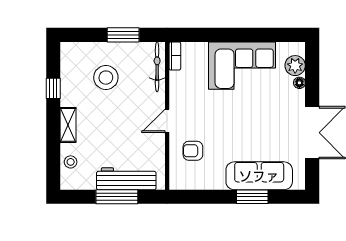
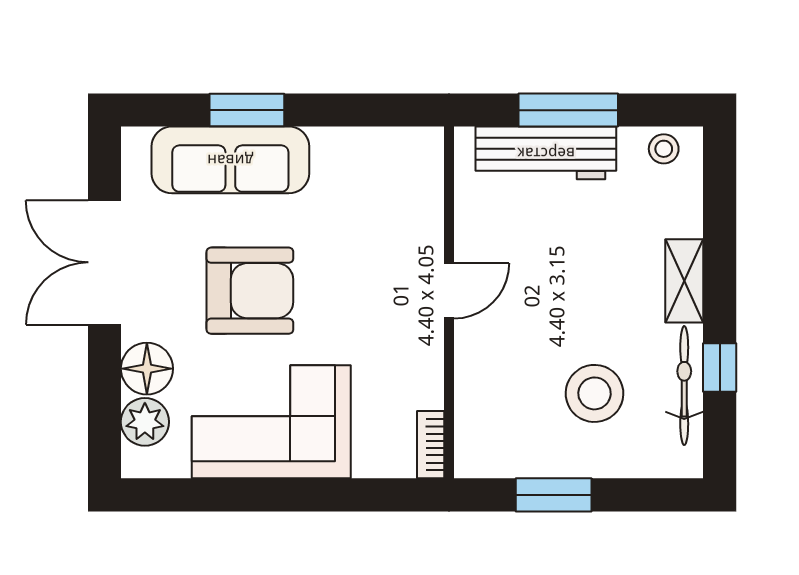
bicycle: (157, 67) -> (684, 386), moved, turned 180
floor lamp: (299, 83) -> (147, 369), width x1.89, depth x1.89
armchair: (193, 151) -> (250, 291), moved, width x1.88, depth x1.88
stool: (71, 162) -> (664, 149), moved

